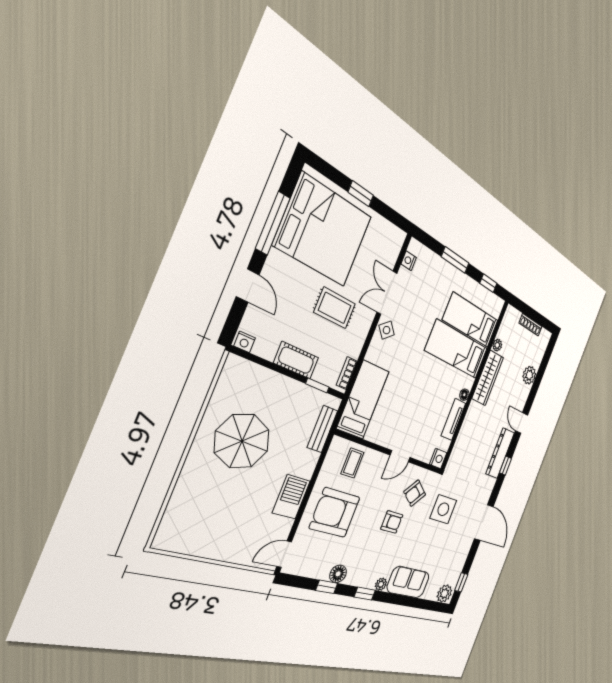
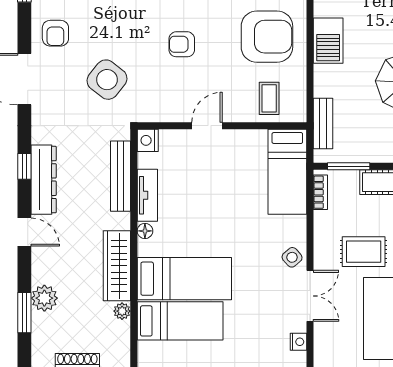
window: (541, 371) -> (24, 313), added
window: (317, 385) -> (349, 166), width x1.50
bench: (462, 439) -> (121, 176), added
armchair: (415, 493) -> (55, 33), moved, turned 143
side table: (443, 509) -> (107, 80), turned 38

